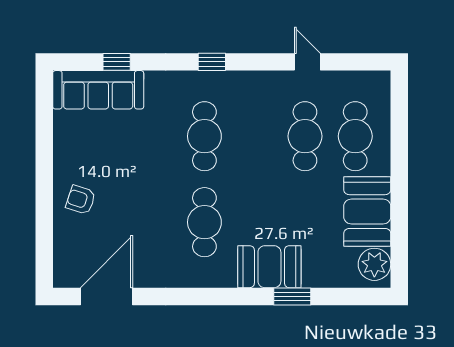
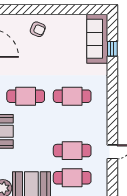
window: (212, 62) -> (112, 100), removed
armchair: (81, 200) -> (38, 29), turned 95

